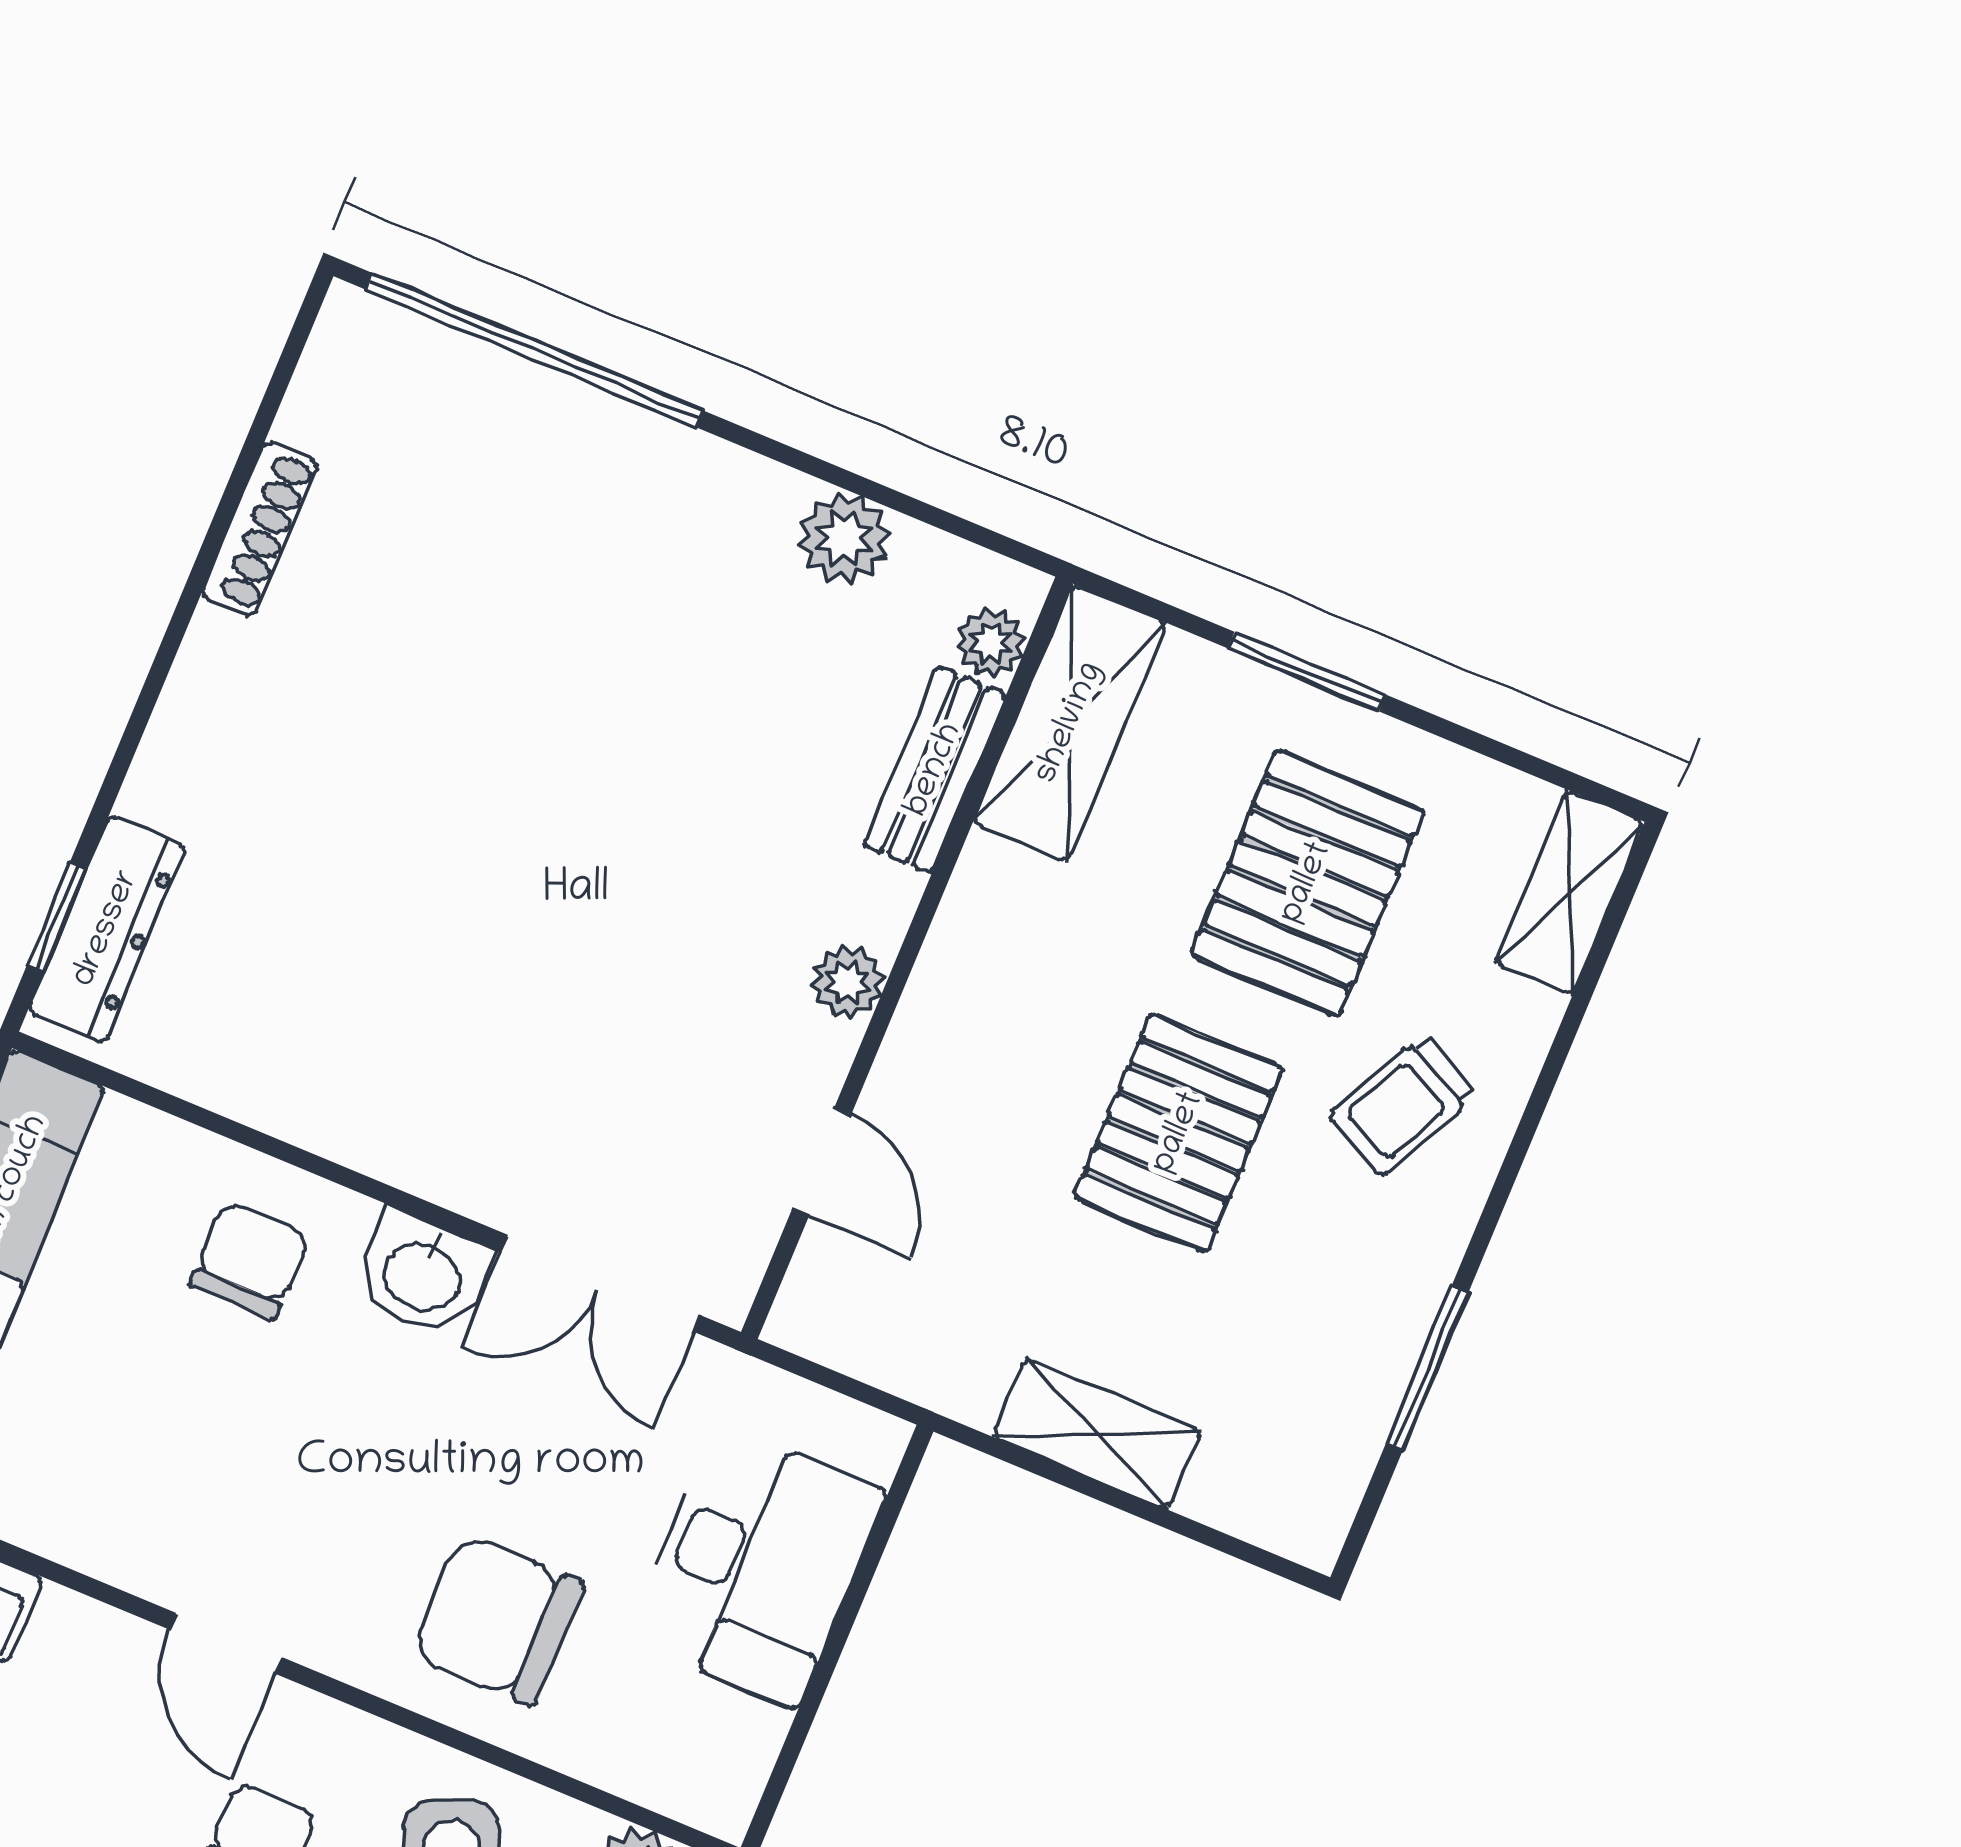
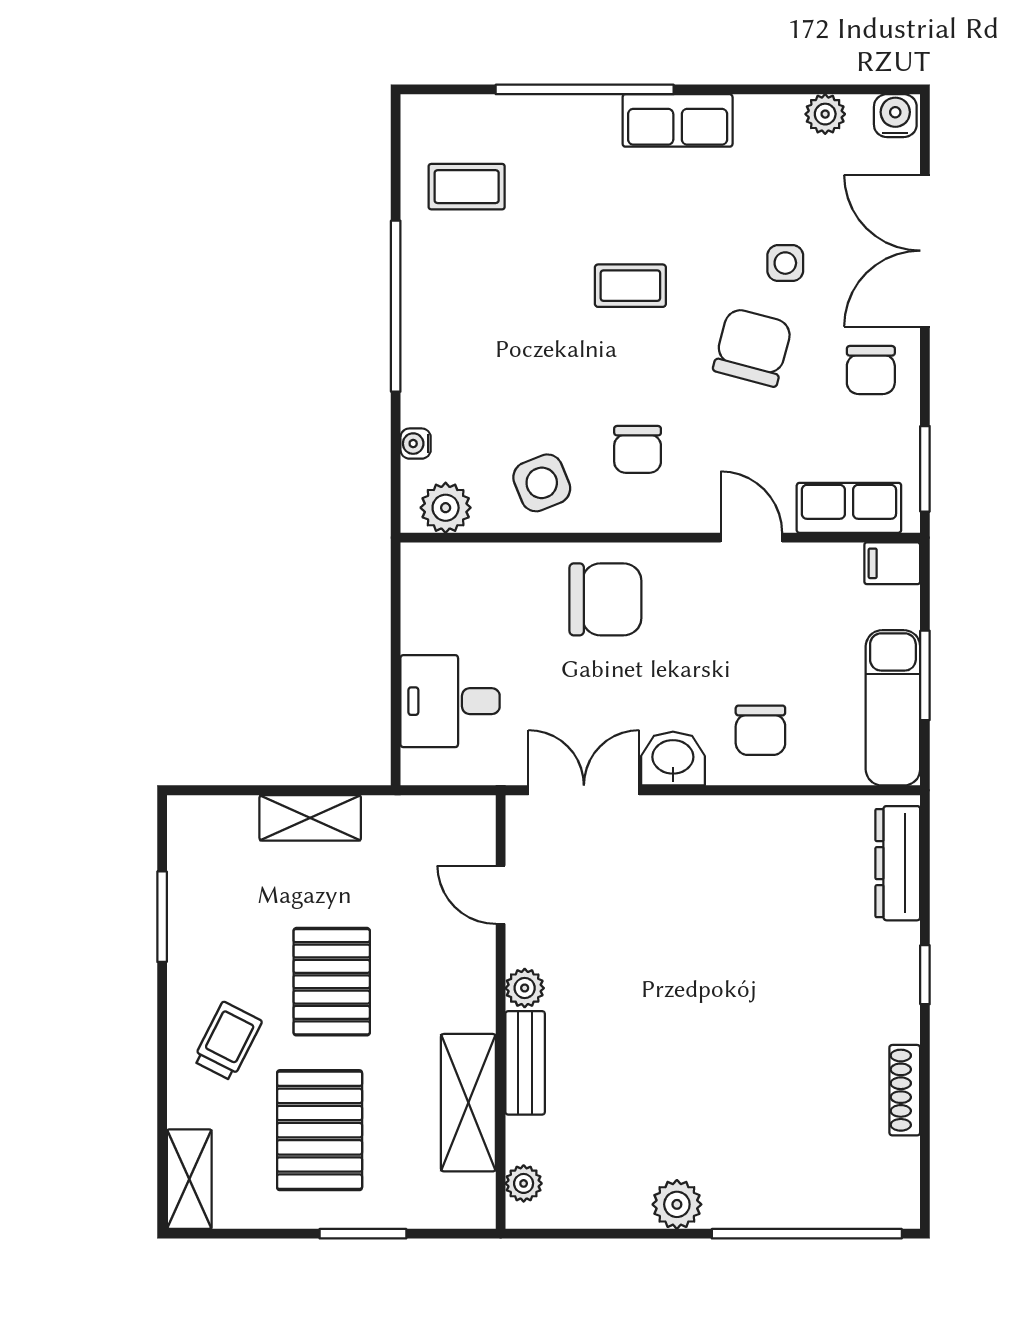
plant: (844, 539) -> (677, 1204), moved
shelving: (1070, 723) -> (468, 1103), moved
bench: (935, 770) -> (525, 1063), moved
window: (57, 917) -> (925, 975), moved
desk: (757, 1565) -> (450, 701), width x0.73
chair: (498, 1620) -> (605, 599), moved
door: (226, 1643) -> (751, 538), moved

